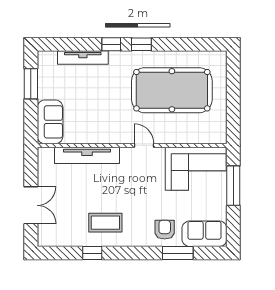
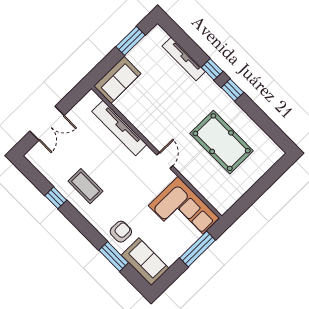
pool table: (172, 90) -> (222, 142), width x0.73, depth x0.76

